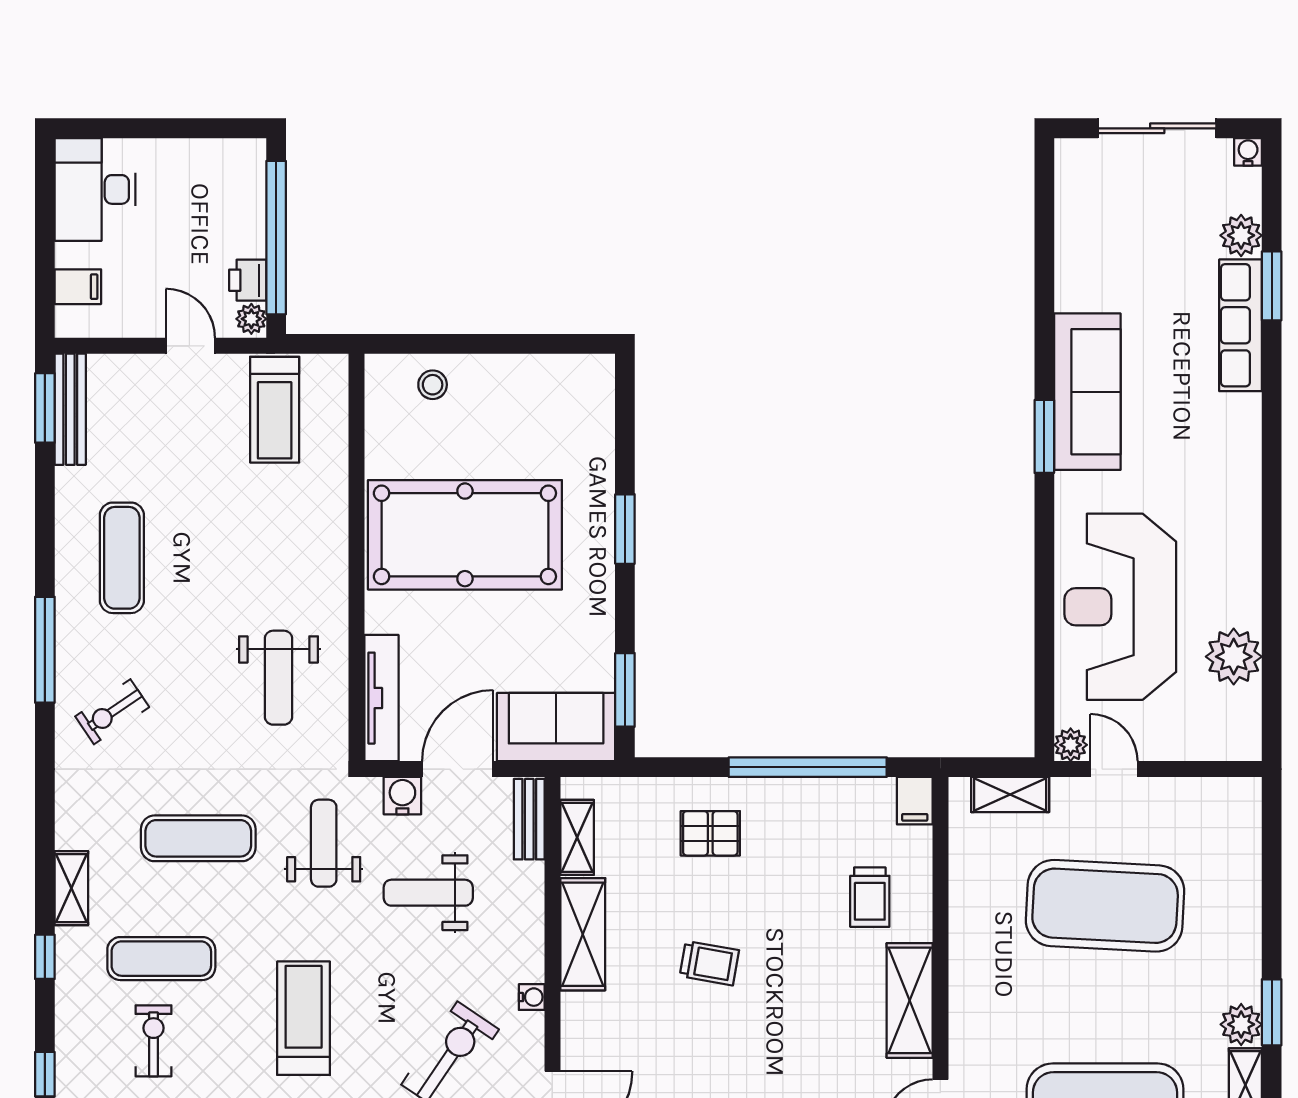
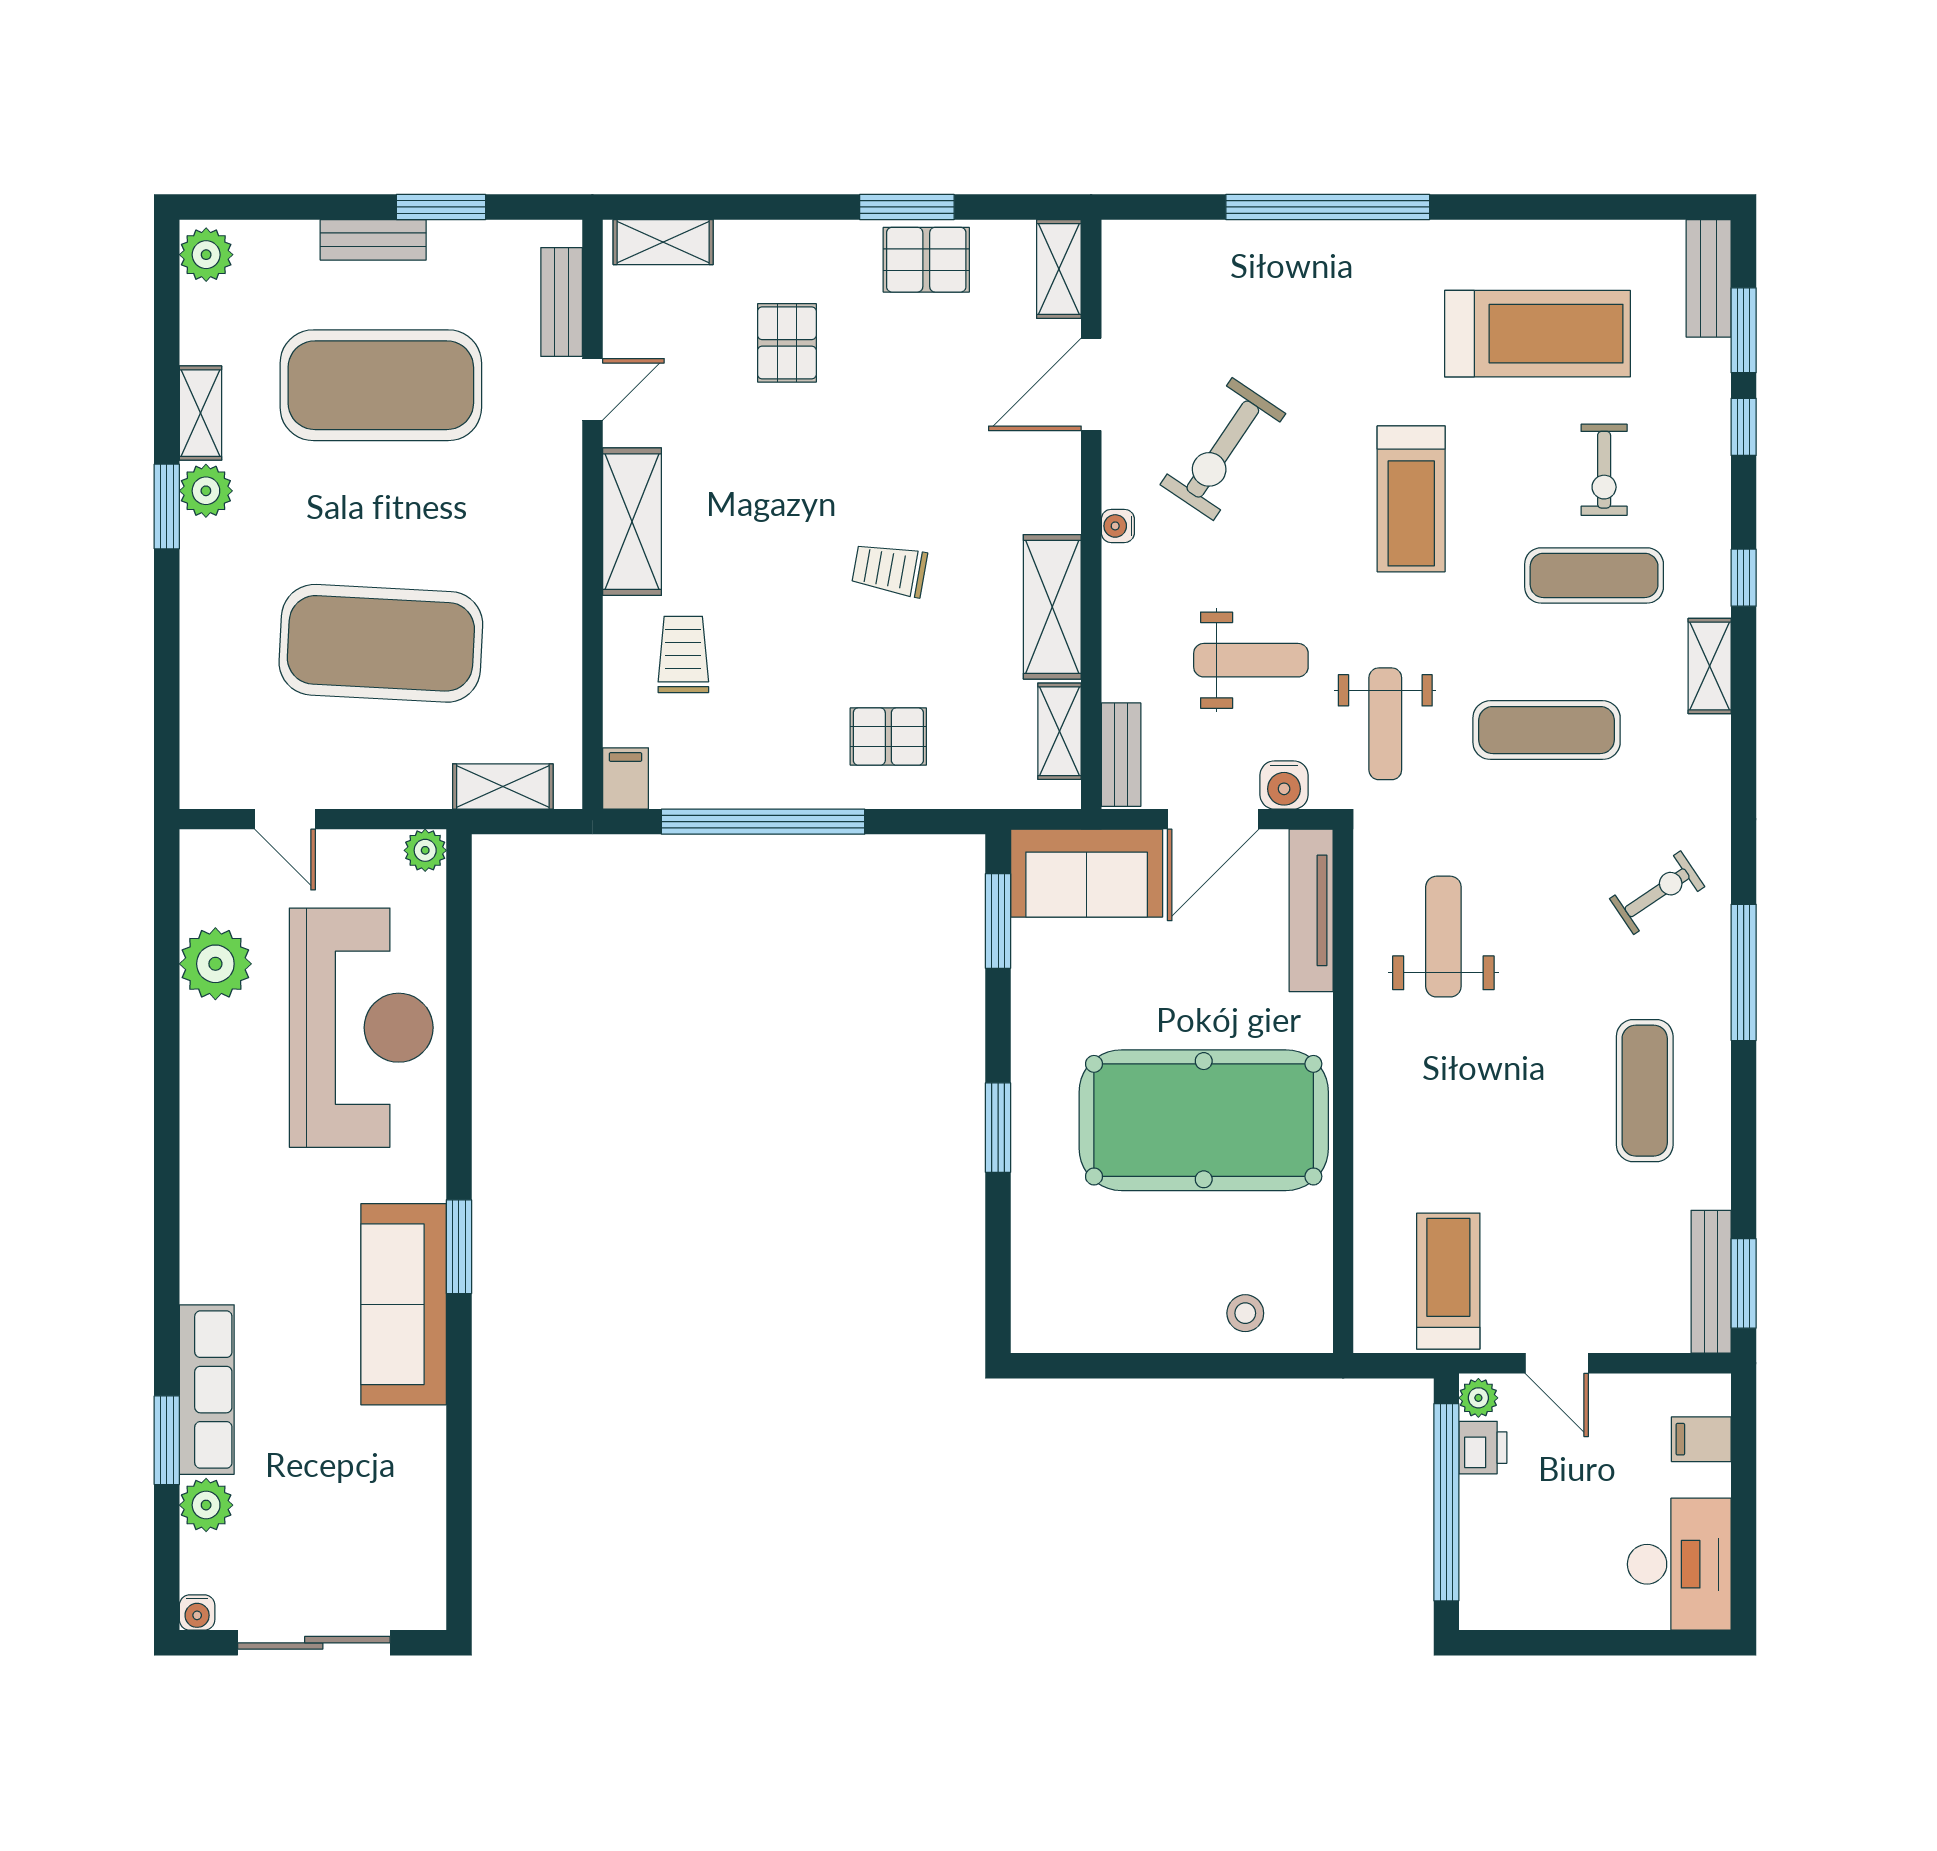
door: (1114, 769) -> (285, 819), moved

